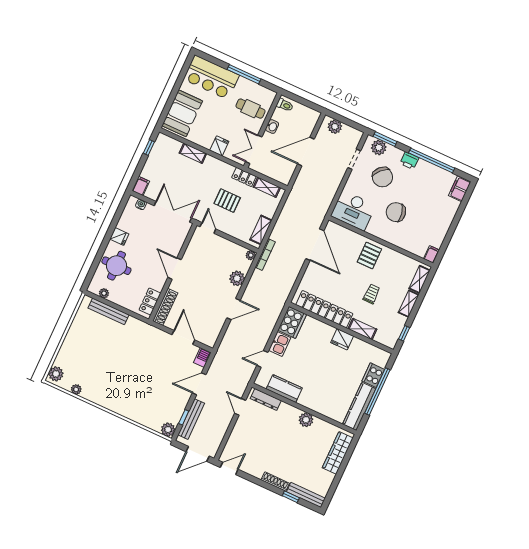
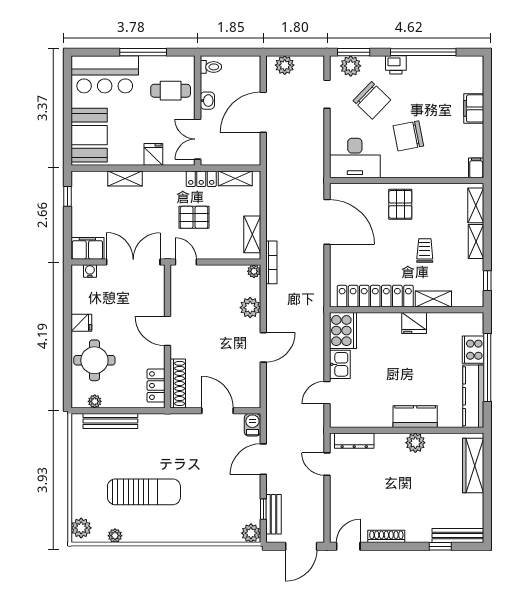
filing cabinet: (141, 186) -> (87, 248), width x2.00
filing cabinet: (460, 189) -> (474, 108), moved
sun lounger: (109, 369) -> (144, 492), added
kitchen counter: (284, 389) -> (415, 417), moved
bench: (191, 419) -> (273, 514), width x0.73
shoe rack: (275, 482) -> (386, 536), moved

